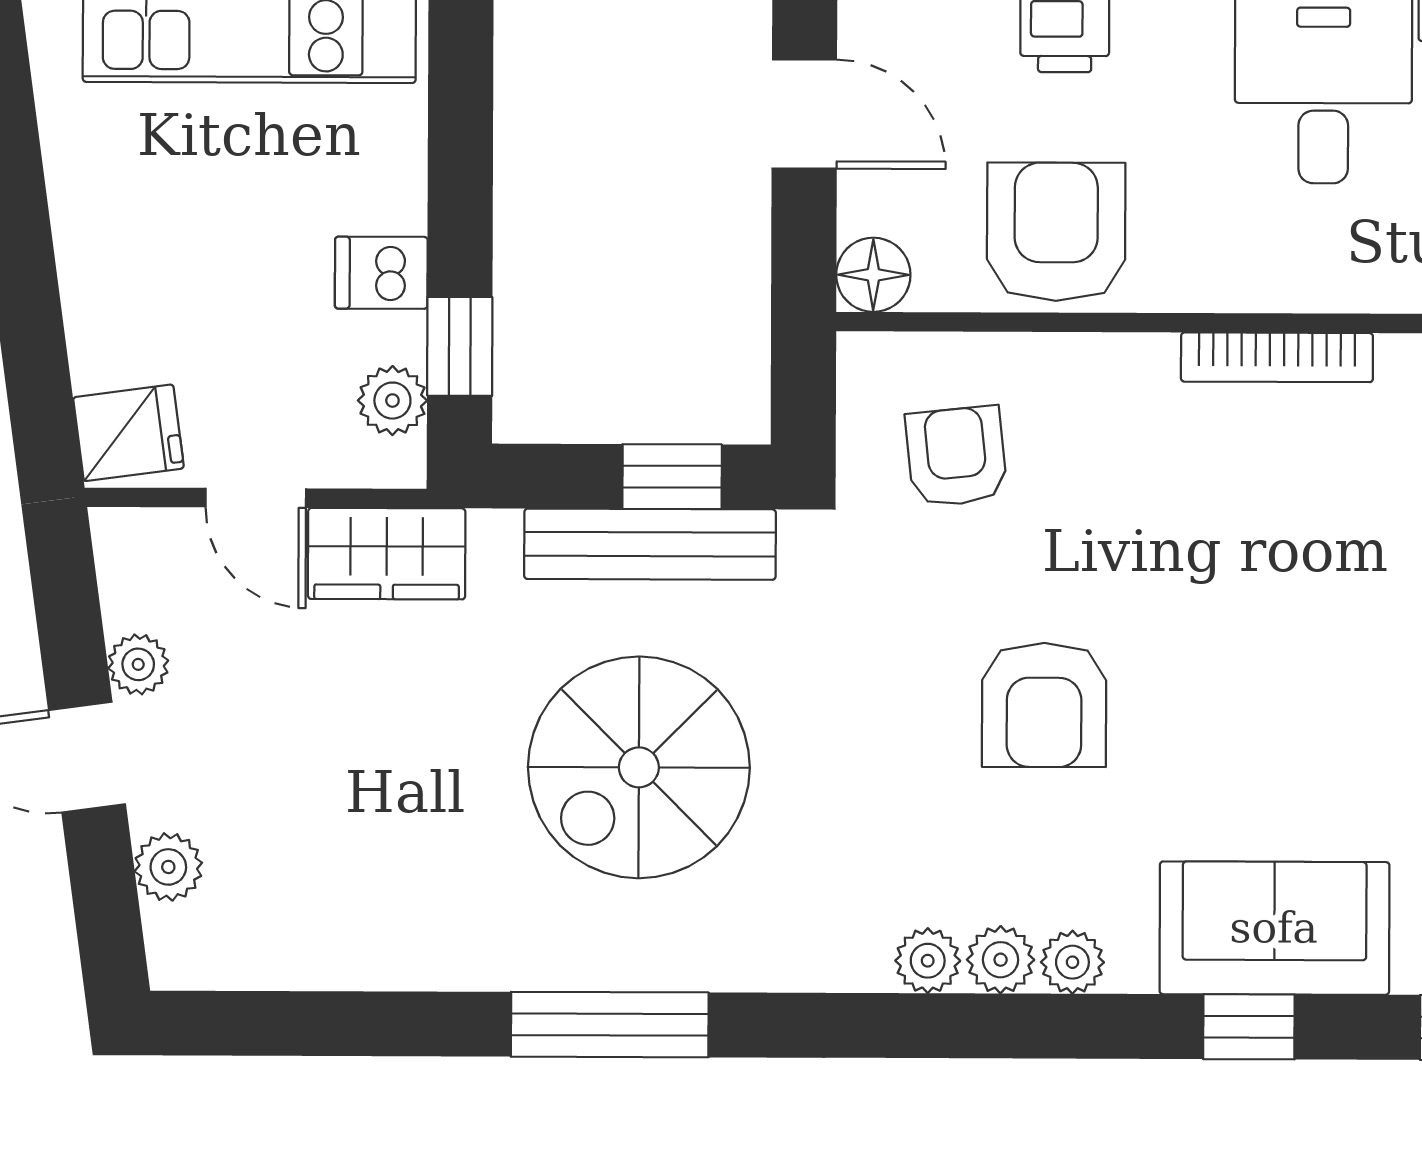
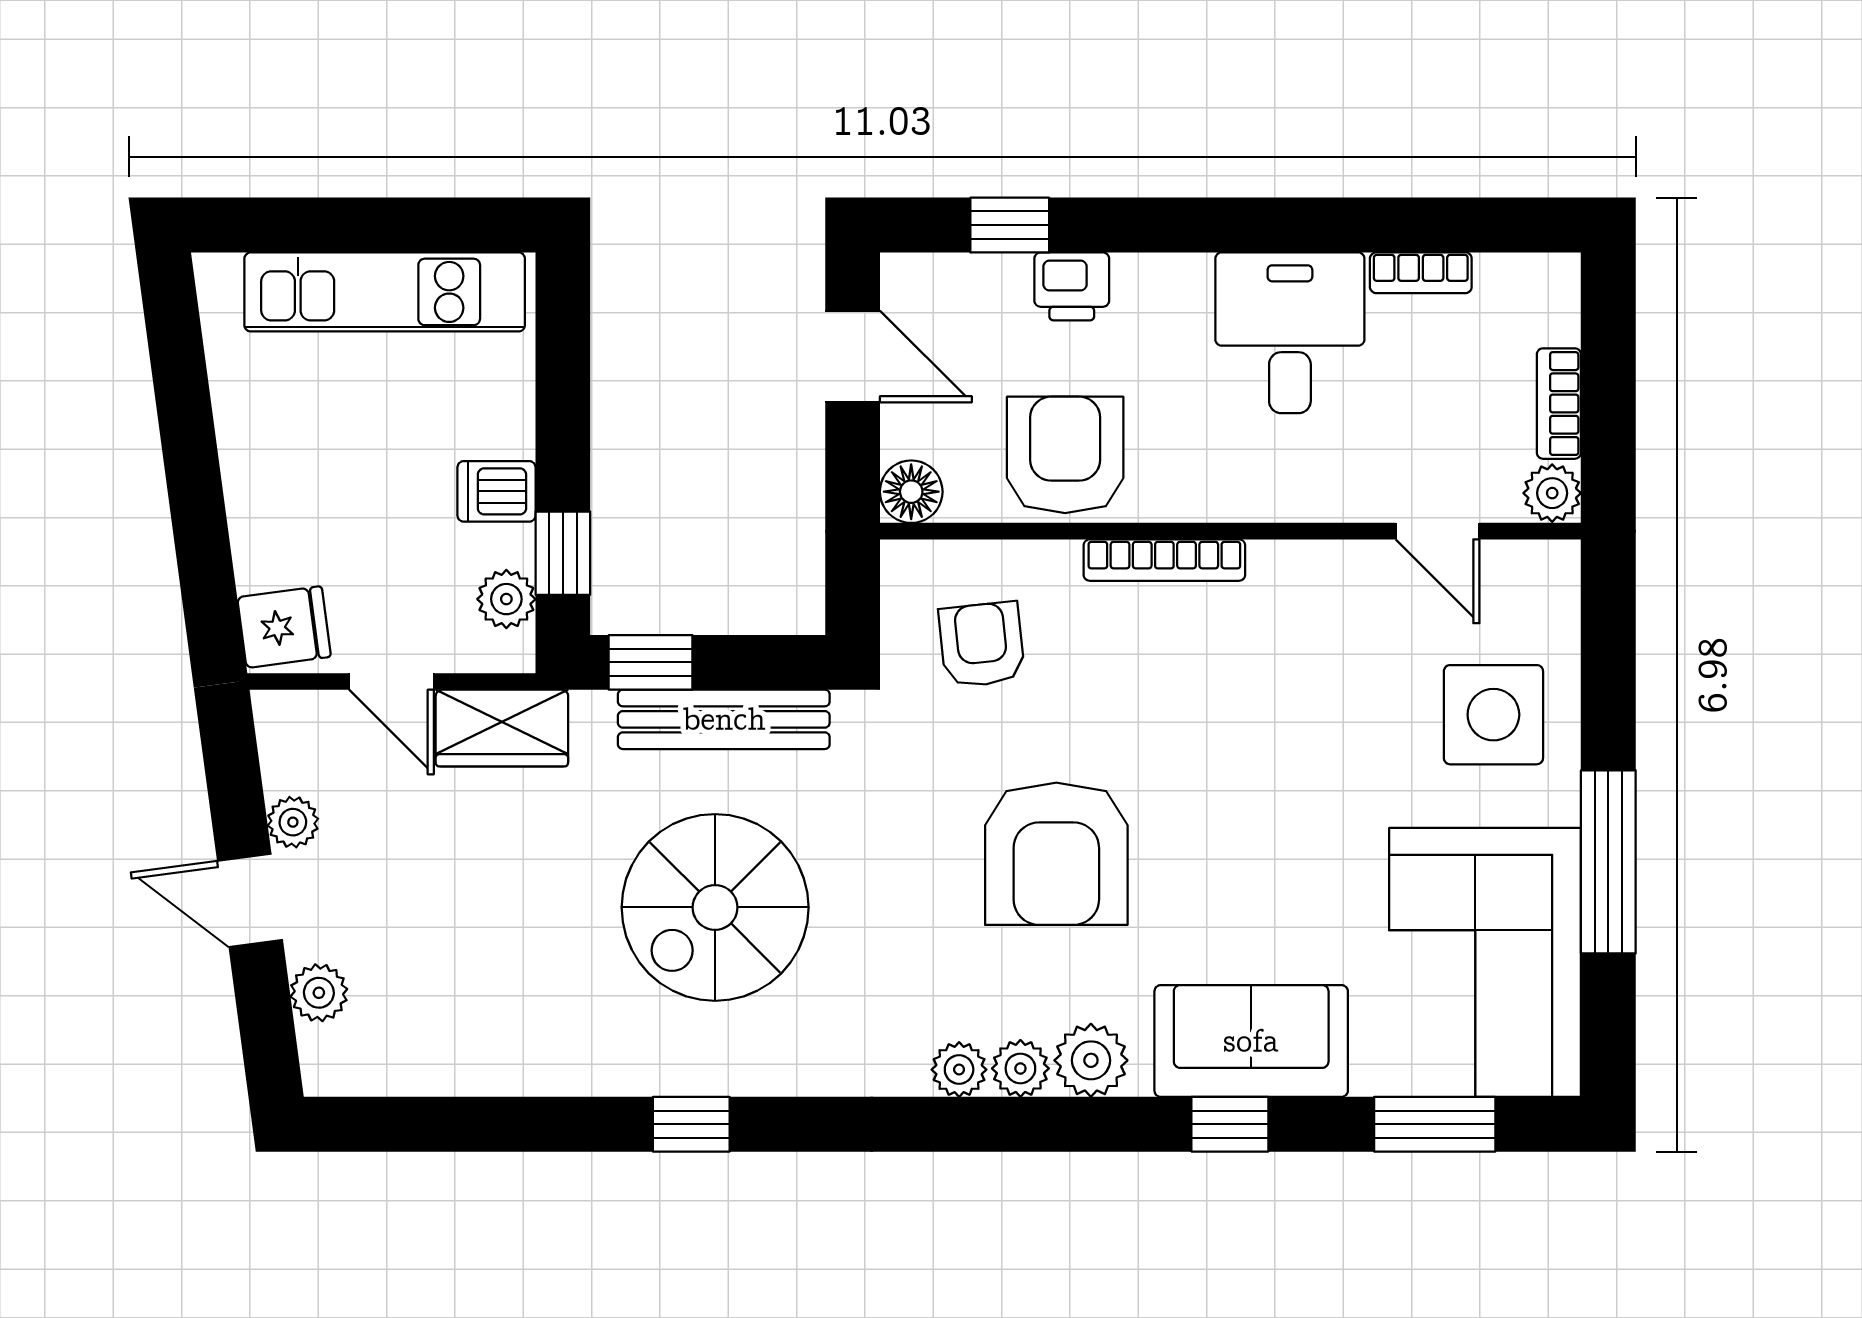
bookcase: (1277, 357) -> (1164, 560), moved
window: (672, 477) -> (651, 662), moved
armchair: (1044, 705) -> (1056, 854), width x1.36, depth x1.36
plant: (1072, 962) -> (1091, 1060), width x1.38, depth x1.38
window: (610, 1025) -> (691, 1124), width x0.46

